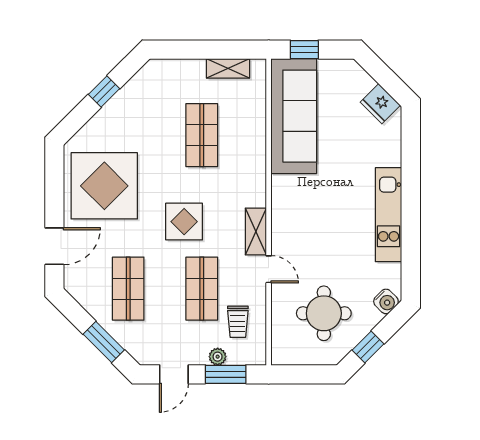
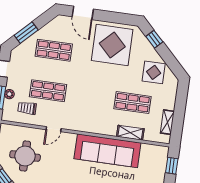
window: (104, 92) -> (154, 39), moved
sofa: (294, 116) -> (107, 151), moved
display table: (184, 222) -> (154, 72), moved
shelving: (256, 232) -> (130, 133), moved

